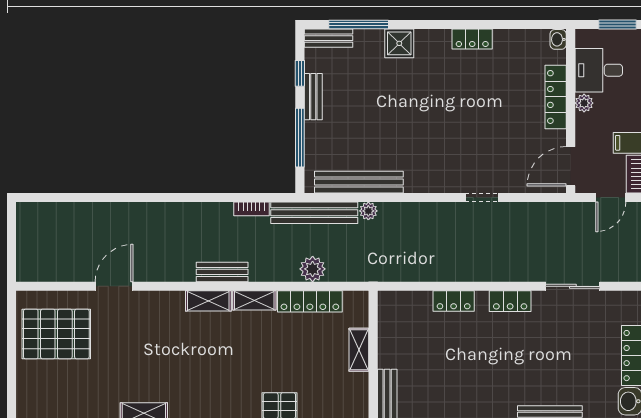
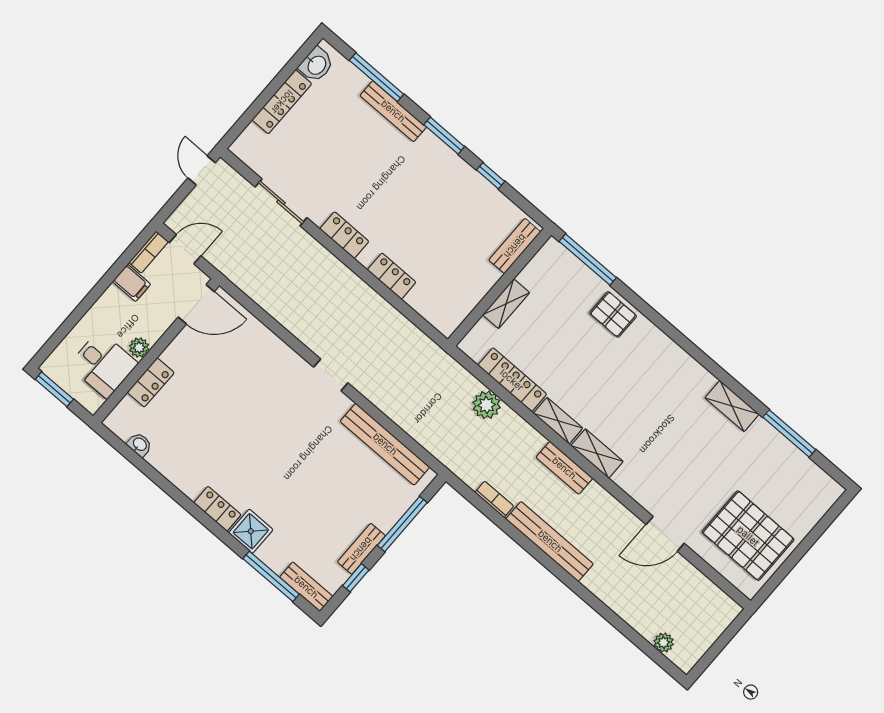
locker: (472, 39) -> (217, 509), moved
washbasin: (558, 39) -> (140, 445), moved, turned -90
locker: (556, 97) -> (151, 382), width x0.66
doorway: (482, 198) -> (331, 375), moved
plant: (368, 211) -> (664, 643), moved
bench: (314, 213) -> (550, 541), moved

